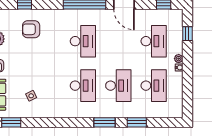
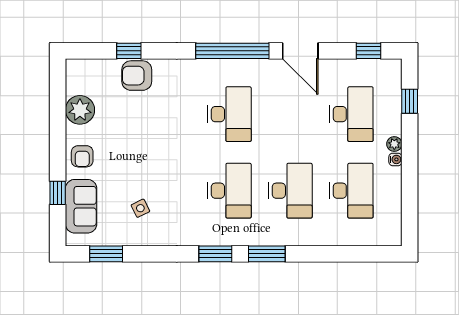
armchair: (31, 29) -> (137, 76), moved
window: (137, 122) -> (215, 254), moved

